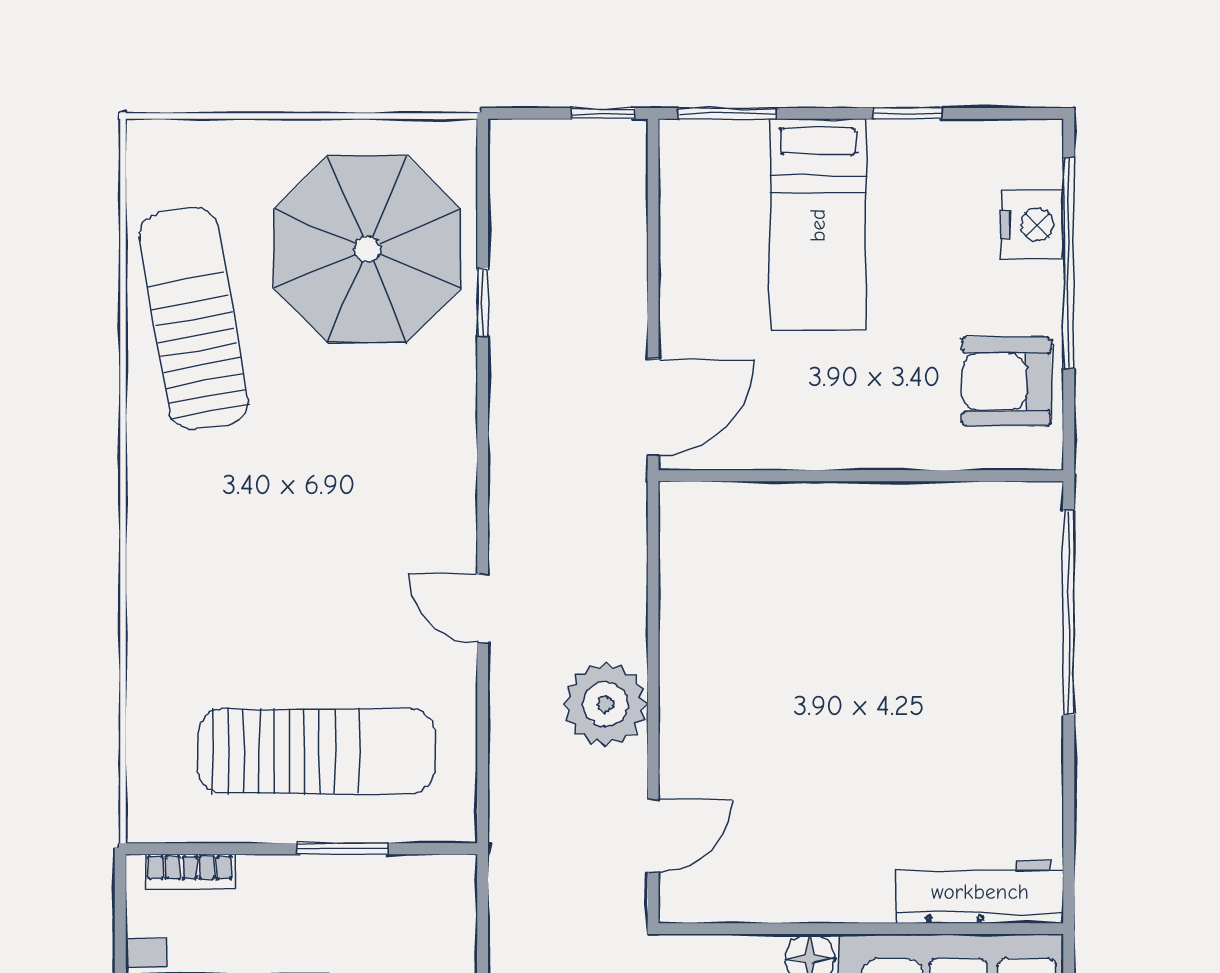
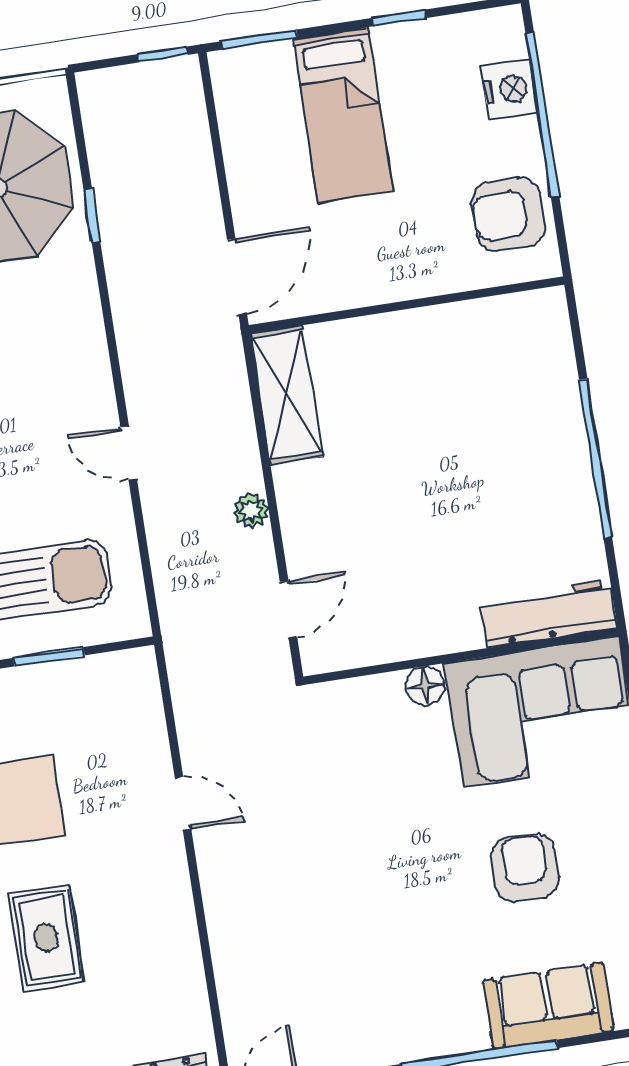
shelving: (692, 566) -> (286, 395), added
window: (1069, 612) -> (595, 458), moved
plant: (605, 704) -> (251, 511), width x0.53, depth x0.53

